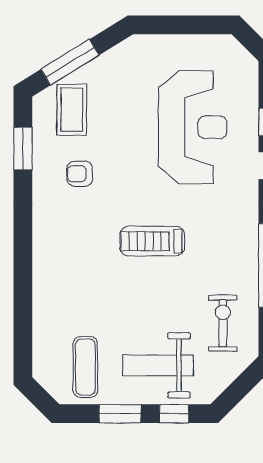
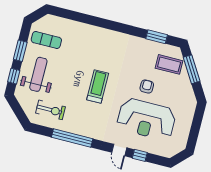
armchair: (80, 174) -> (147, 87), moved

